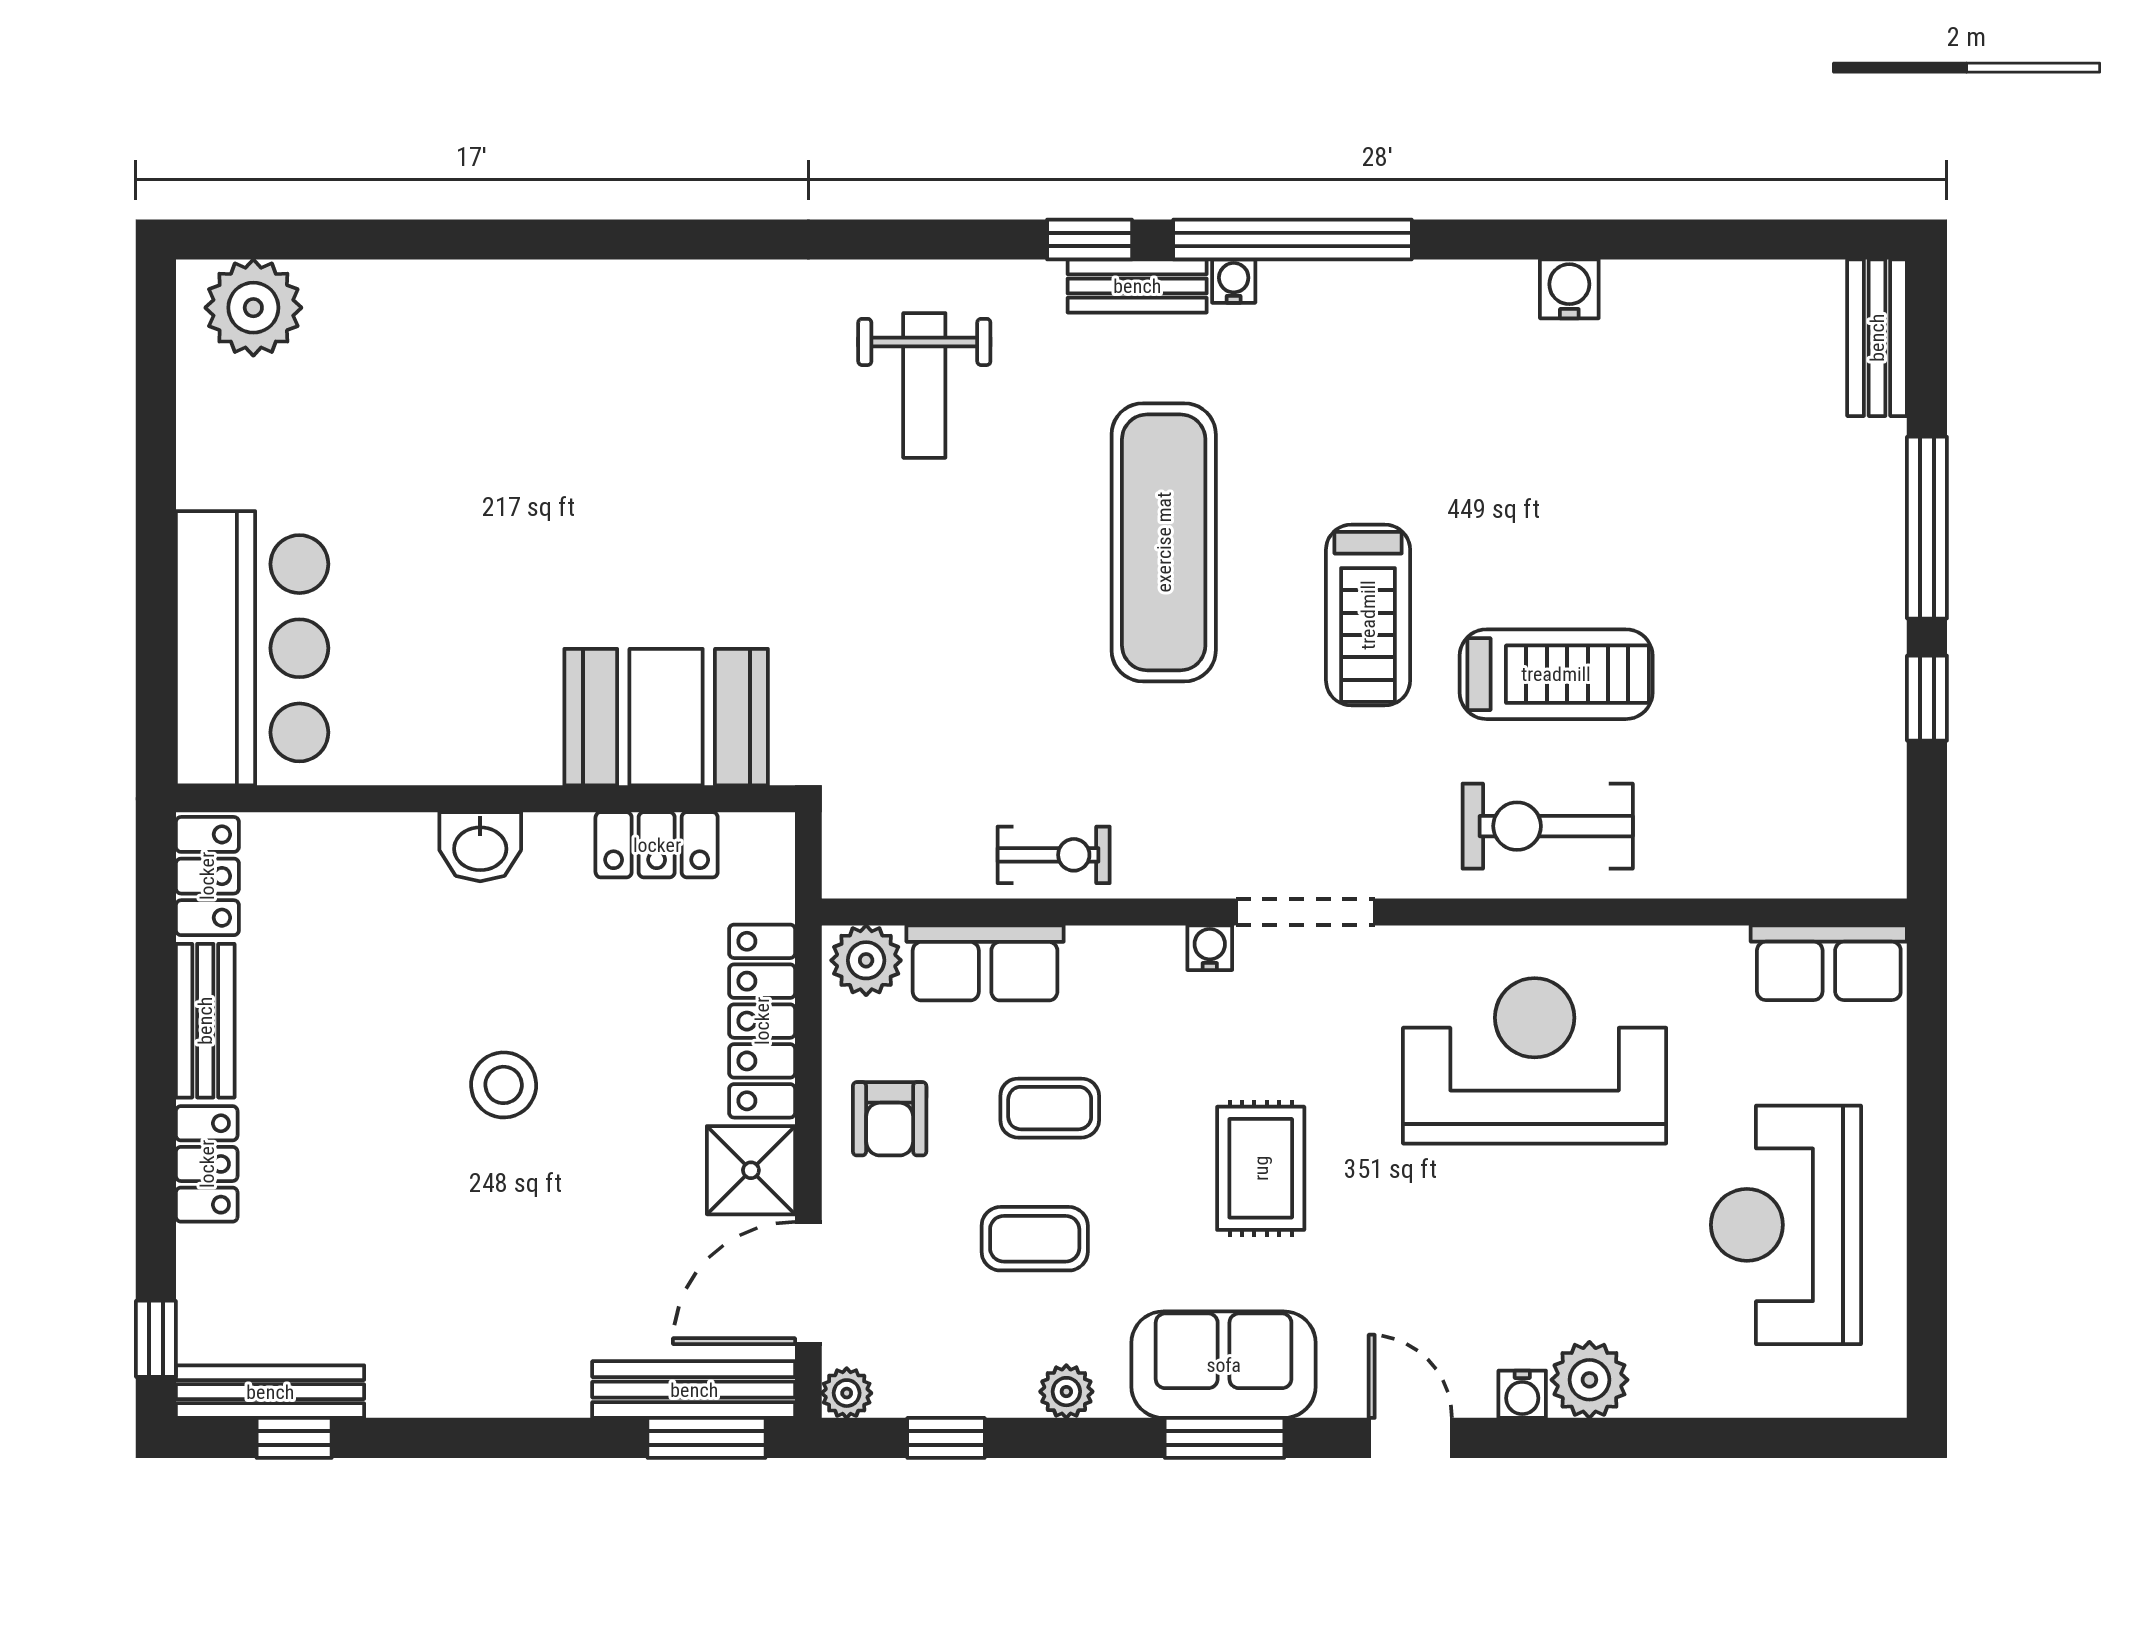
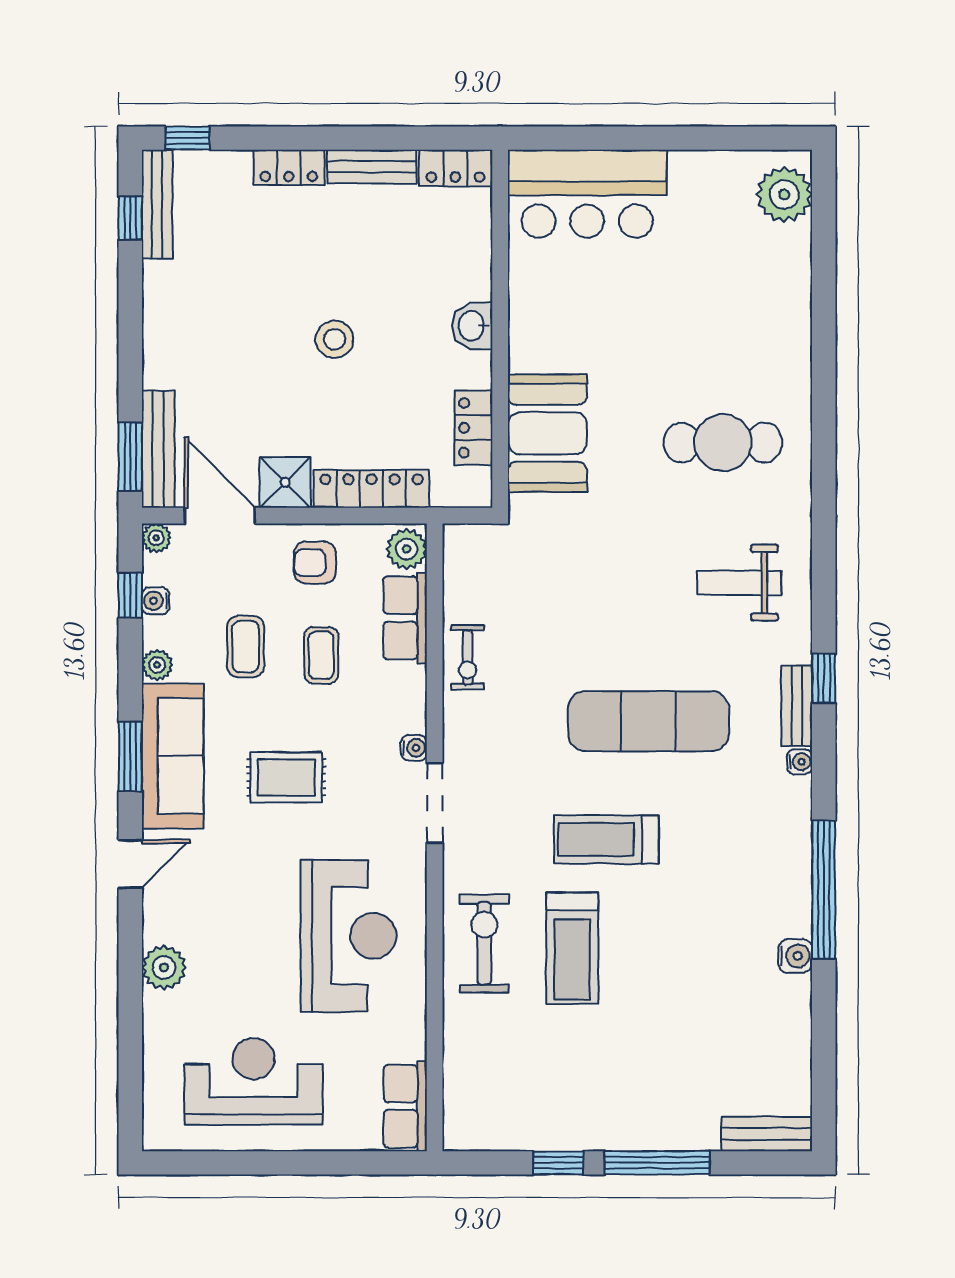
window: (1292, 240) -> (824, 890), moved
cafe table: (682, 414) -> (723, 443), added
sofa: (1224, 1365) -> (173, 756), width x1.36
water cooler: (1522, 1394) -> (156, 601), moved

